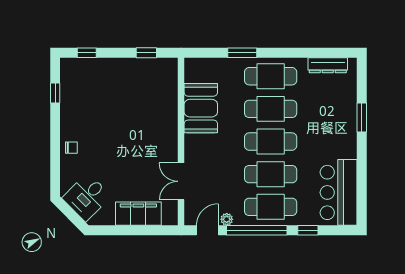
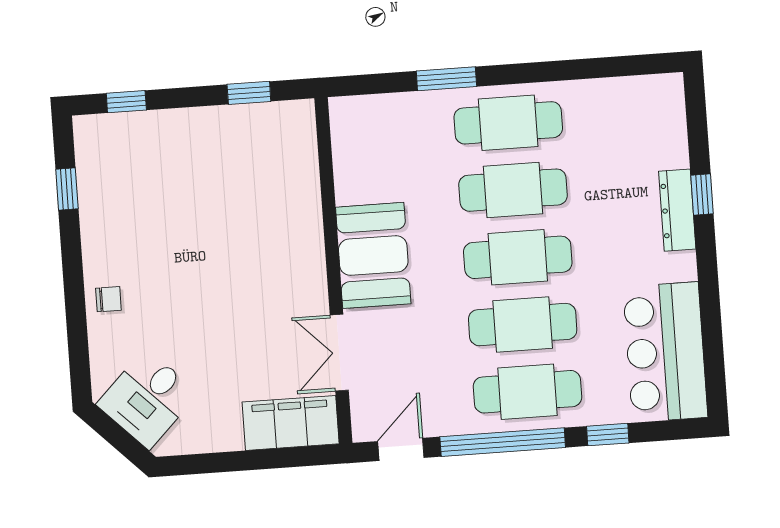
dresser: (328, 65) -> (677, 210), moved, turned 90
booth: (201, 108) -> (373, 255), moved
window: (362, 118) -> (702, 194), width x0.67
filing cabinet: (138, 214) -> (291, 423), moved
plant: (227, 219) -> (439, 424), removed

